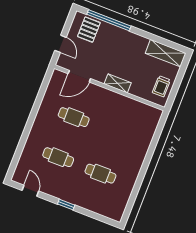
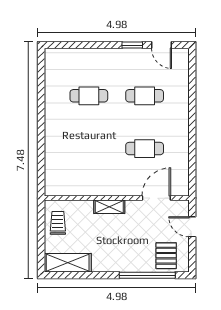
window: (66, 205) -> (132, 45), moved

